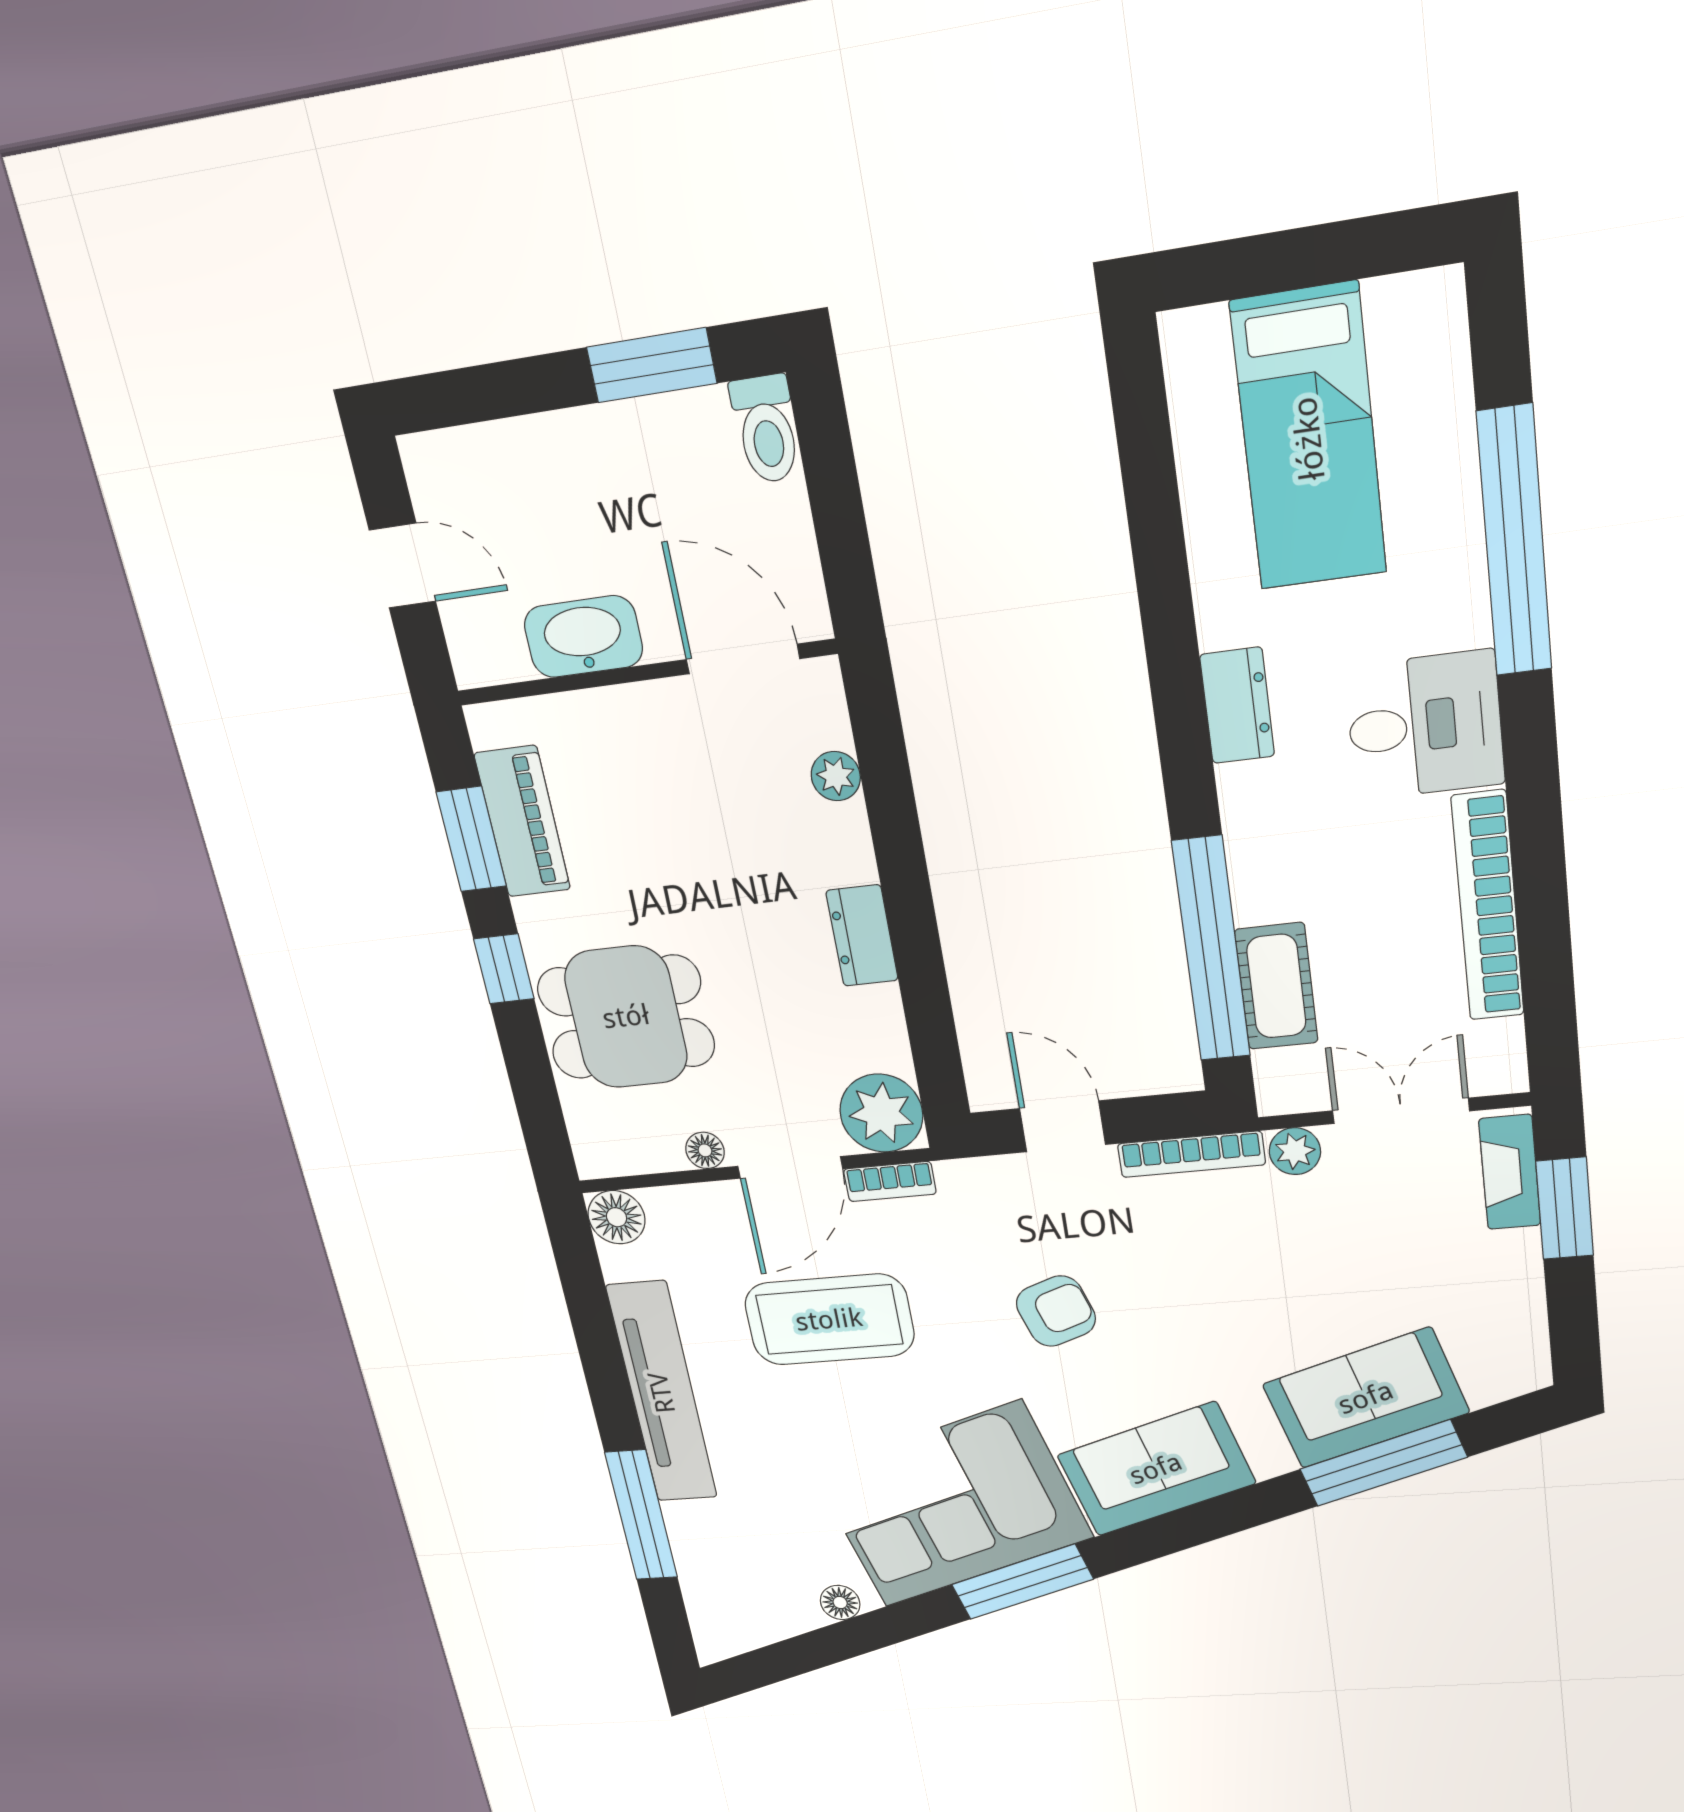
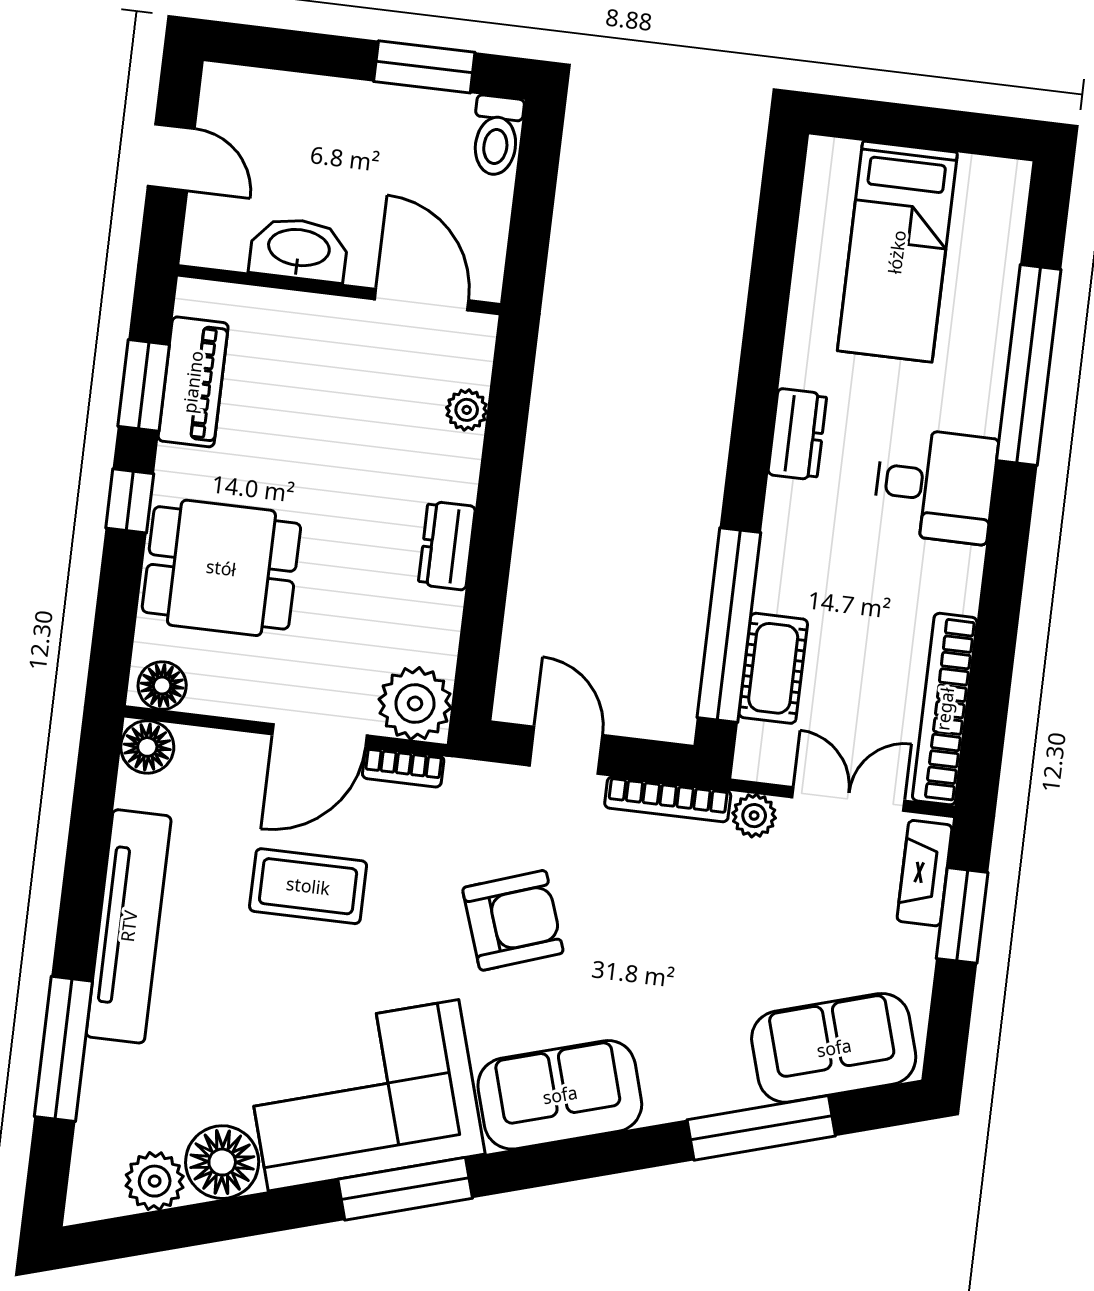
bookcase: (1488, 907) -> (945, 709), moved
floor lamp: (705, 1150) -> (162, 686), moved, width x1.37, depth x1.37
armchair: (1056, 1311) -> (513, 920), width x1.38, depth x1.38
coffee table: (829, 1320) -> (308, 886), width x0.73, depth x0.76
sofa: (1366, 1398) -> (834, 1048), moved
floor lamp: (840, 1603) -> (222, 1162), width x1.89, depth x1.89
plant: (773, 1615) -> (155, 1181), added

